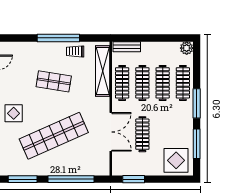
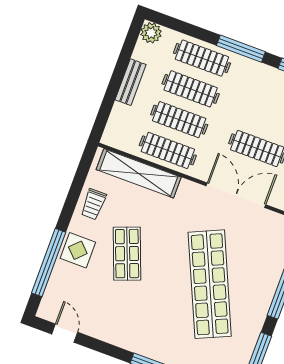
window: (58, 38) -> (49, 263), moved
bench: (127, 47) -> (131, 82), moved
shop shelf: (54, 81) -> (127, 254), turned -30
display table: (14, 113) -> (78, 250), moved

